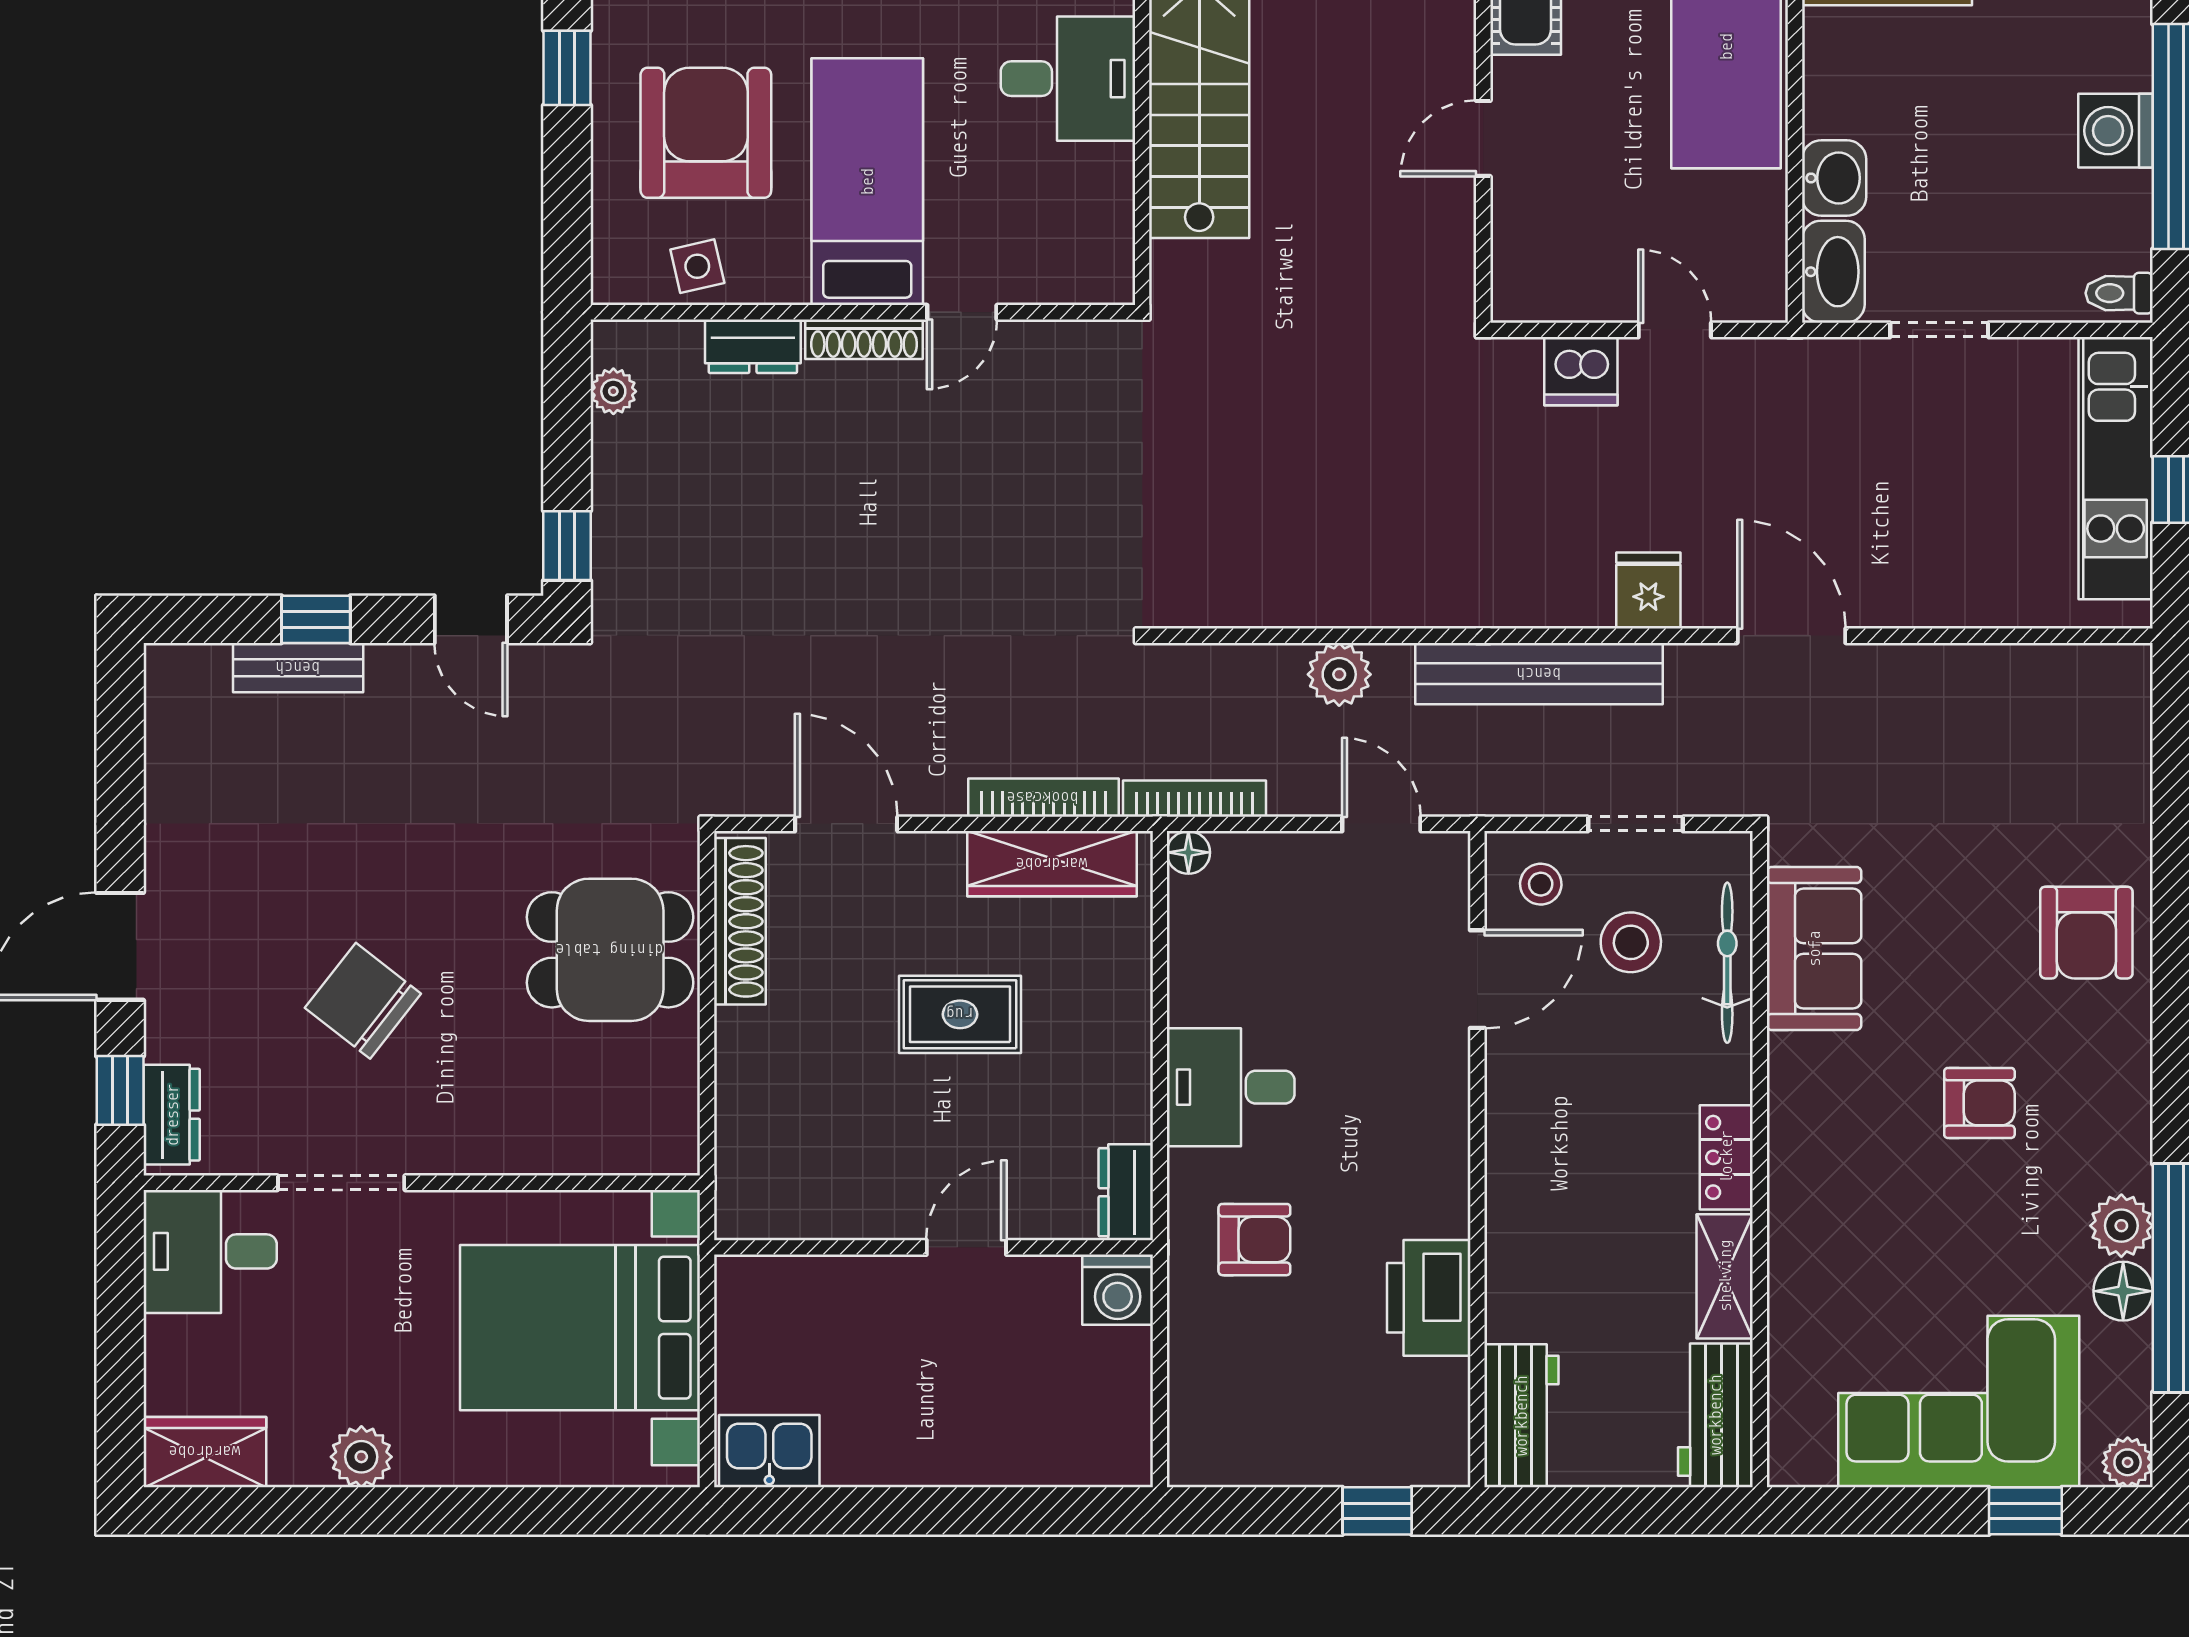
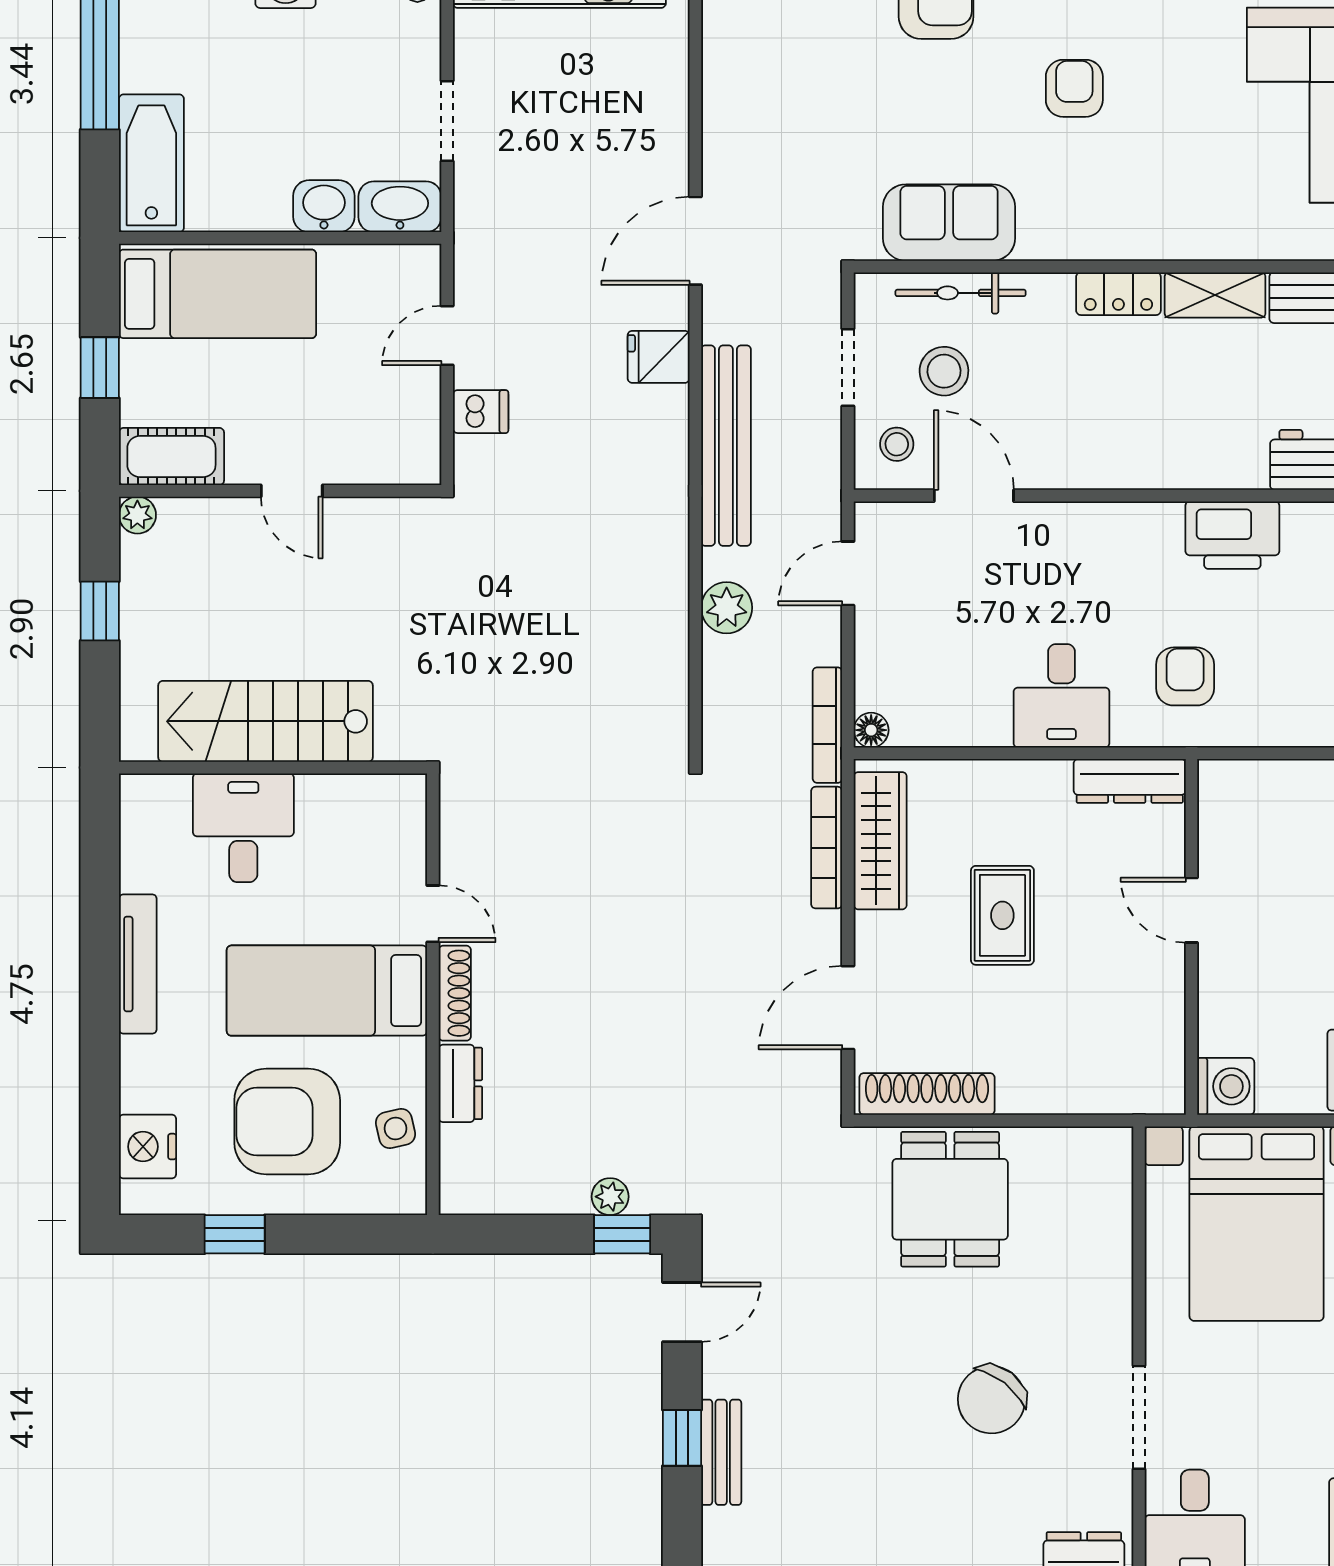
dishwasher: (1581, 371) -> (481, 412), width x0.73
plant: (613, 391) -> (610, 1197), moved
dresser: (1126, 1192) -> (1130, 781), width x1.44
washing machine: (1118, 1290) -> (1226, 1086), moved

